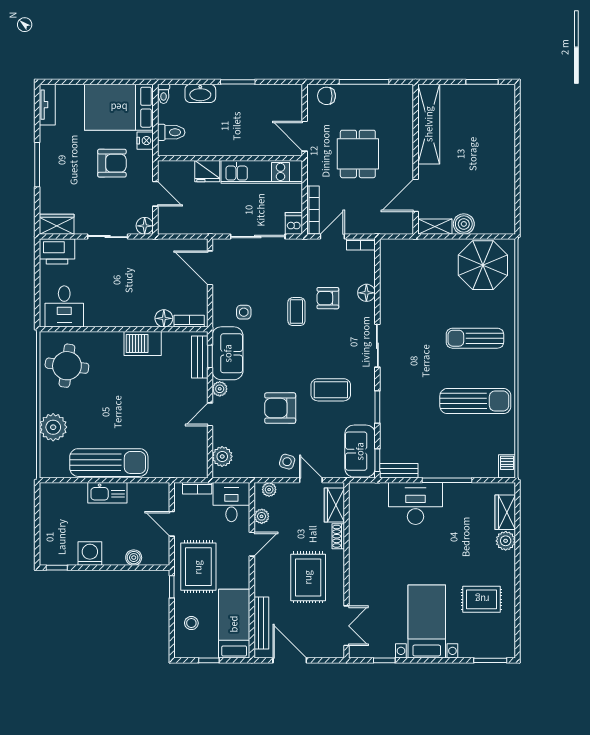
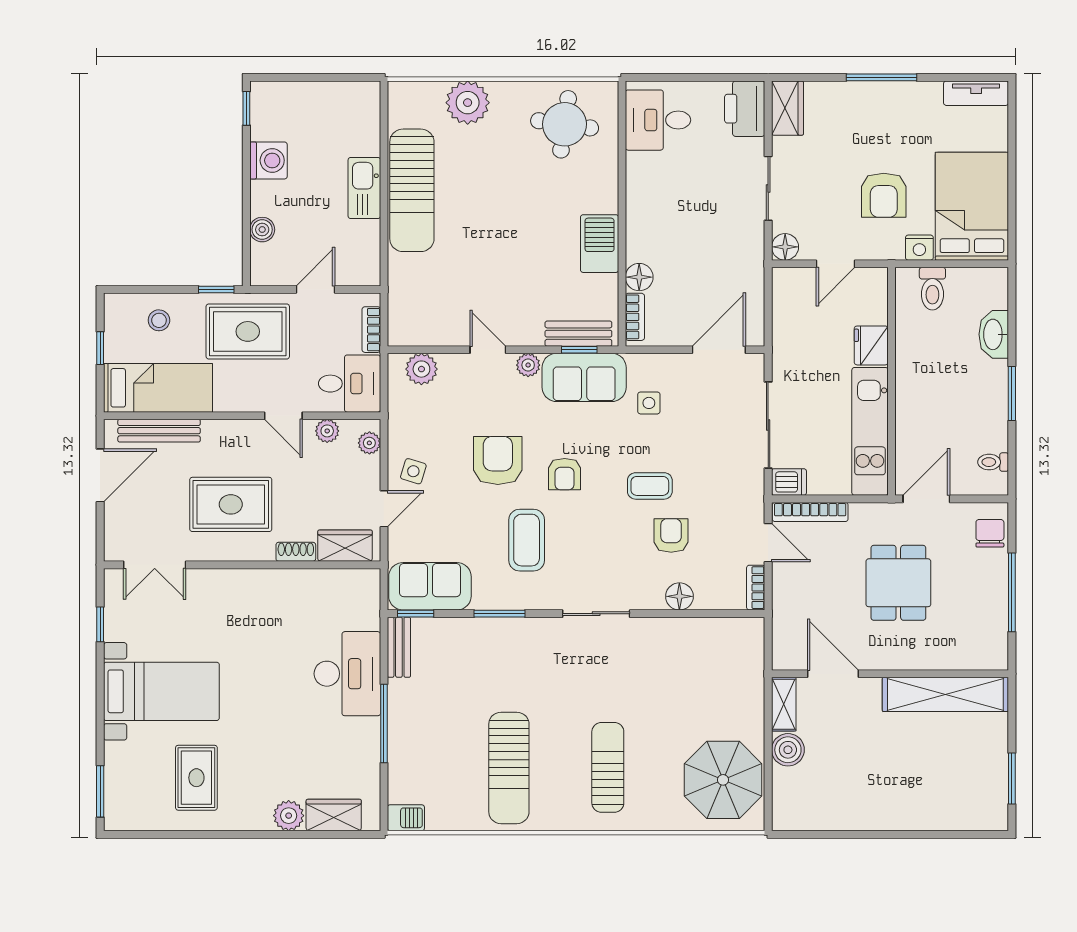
toilet: (164, 94) -> (993, 462), moved
dining table: (358, 154) -> (898, 583), turned 90
armchair: (289, 366) -> (565, 474), added

